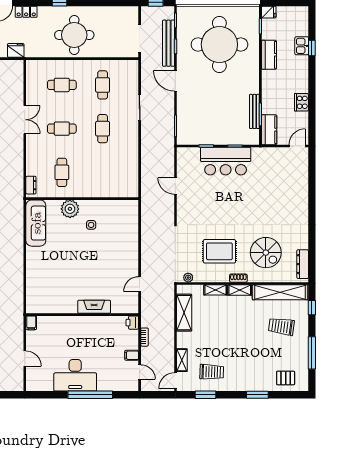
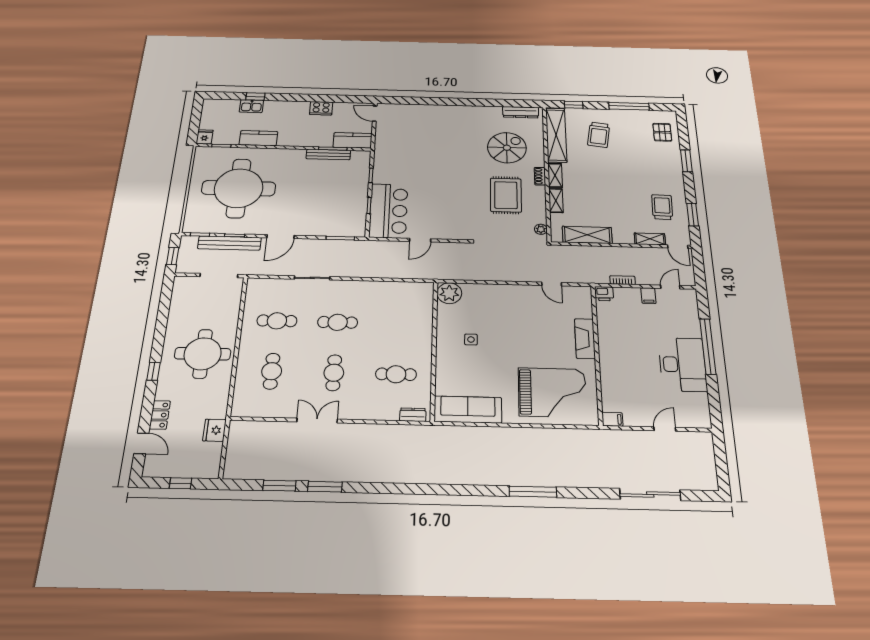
bar counter: (226, 161) -> (388, 211), moved
plant: (70, 209) -> (449, 293), moved
grand piano: (51, 282) -> (552, 392), added

